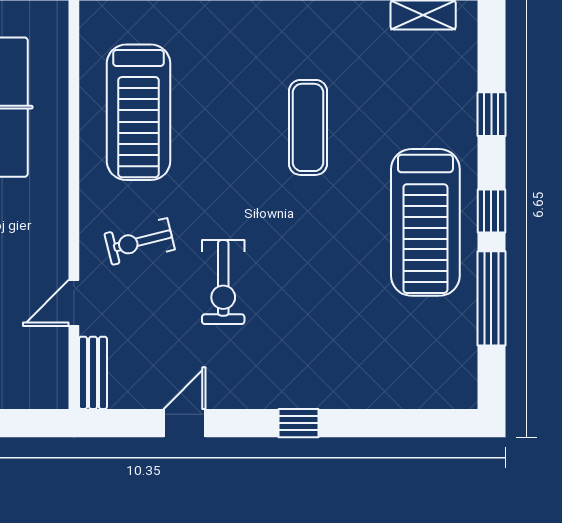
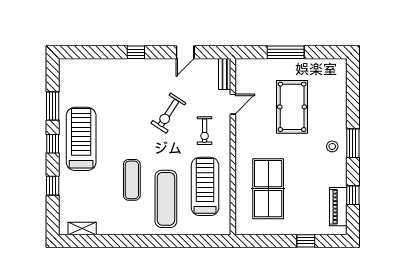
exercise mat: (229, 84) -> (166, 199), added
exercise bike: (140, 242) -> (205, 131), turned 104
exercise bike: (223, 282) -> (168, 113), turned -147
window: (491, 298) -> (53, 106), width x0.69

